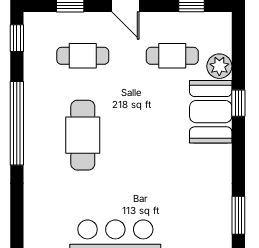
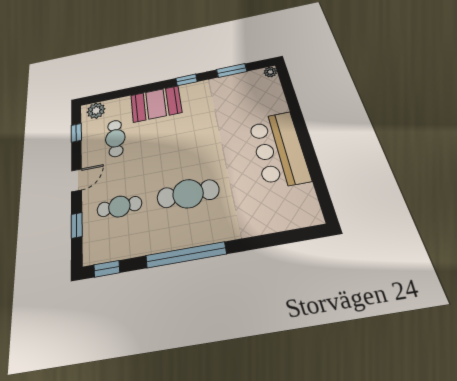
cafe table: (83, 56) -> (119, 206), turned 90
plant: (219, 66) -> (96, 111), moved
window: (238, 103) -> (187, 80), moved

